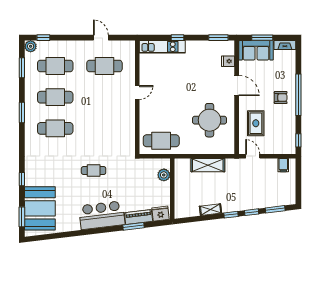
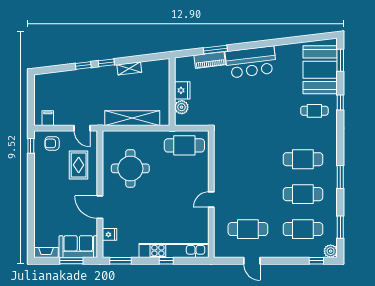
kitchen unit: (162, 47) -> (174, 251), width x1.36
window: (298, 95) -> (31, 197), removed
armchair: (281, 98) -> (52, 143), moved
shelving: (208, 165) -> (132, 118), width x1.47
cafe table: (94, 171) -> (314, 111), moved
window: (275, 209) -> (57, 69), removed
fridge: (161, 214) -> (182, 90), moved, turned -83

